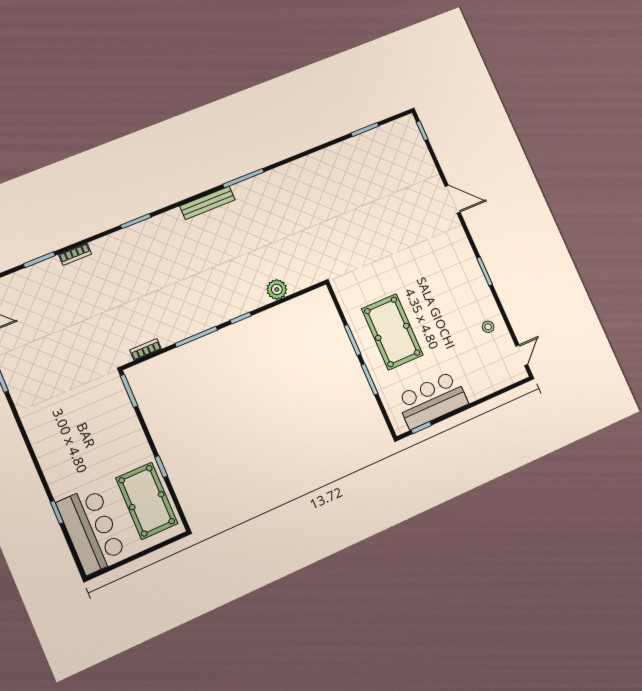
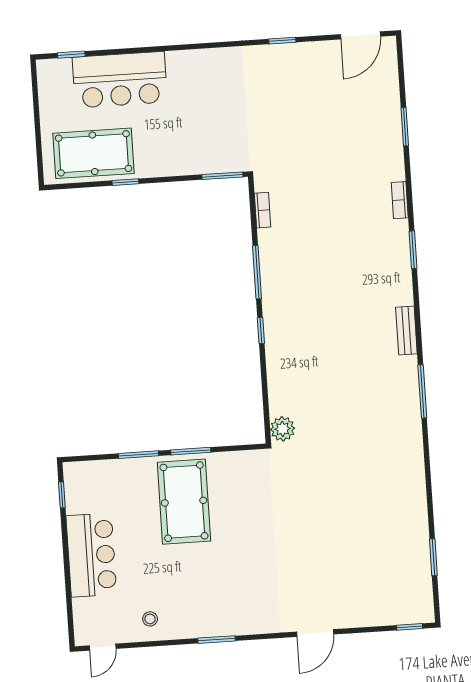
bench: (207, 203) -> (406, 331), width x0.73
bookcase: (75, 254) -> (400, 200), moved
plant: (277, 289) -> (283, 429), moved
pool table: (392, 332) -> (184, 502), turned 90
door: (522, 355) -> (103, 647), hinge flipped
bar counter: (432, 400) -> (91, 555), moved
window: (57, 512) -> (71, 55), moved
bar counter: (91, 530) -> (120, 80), moved

